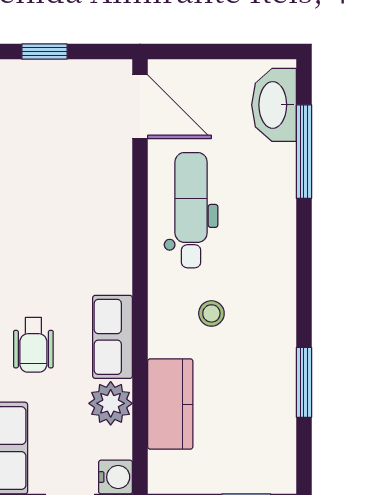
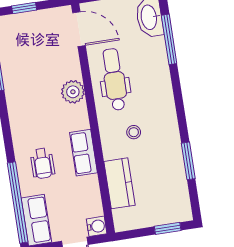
plant: (111, 403) -> (73, 92), moved

